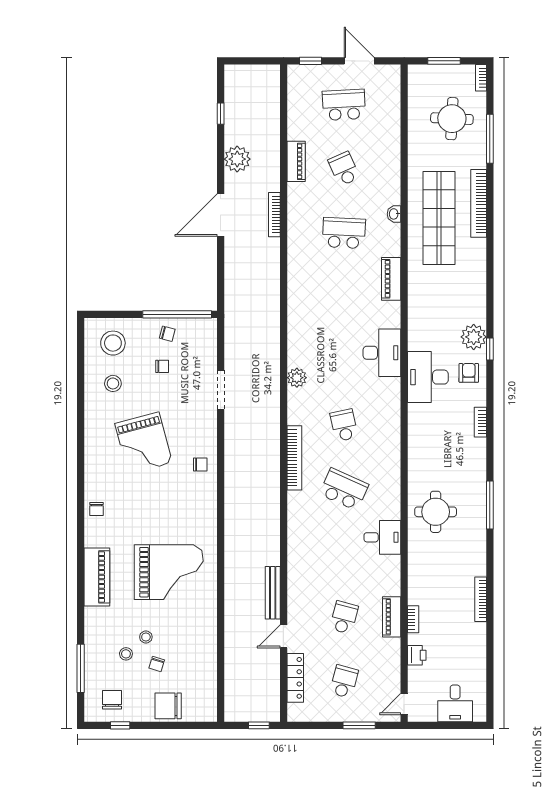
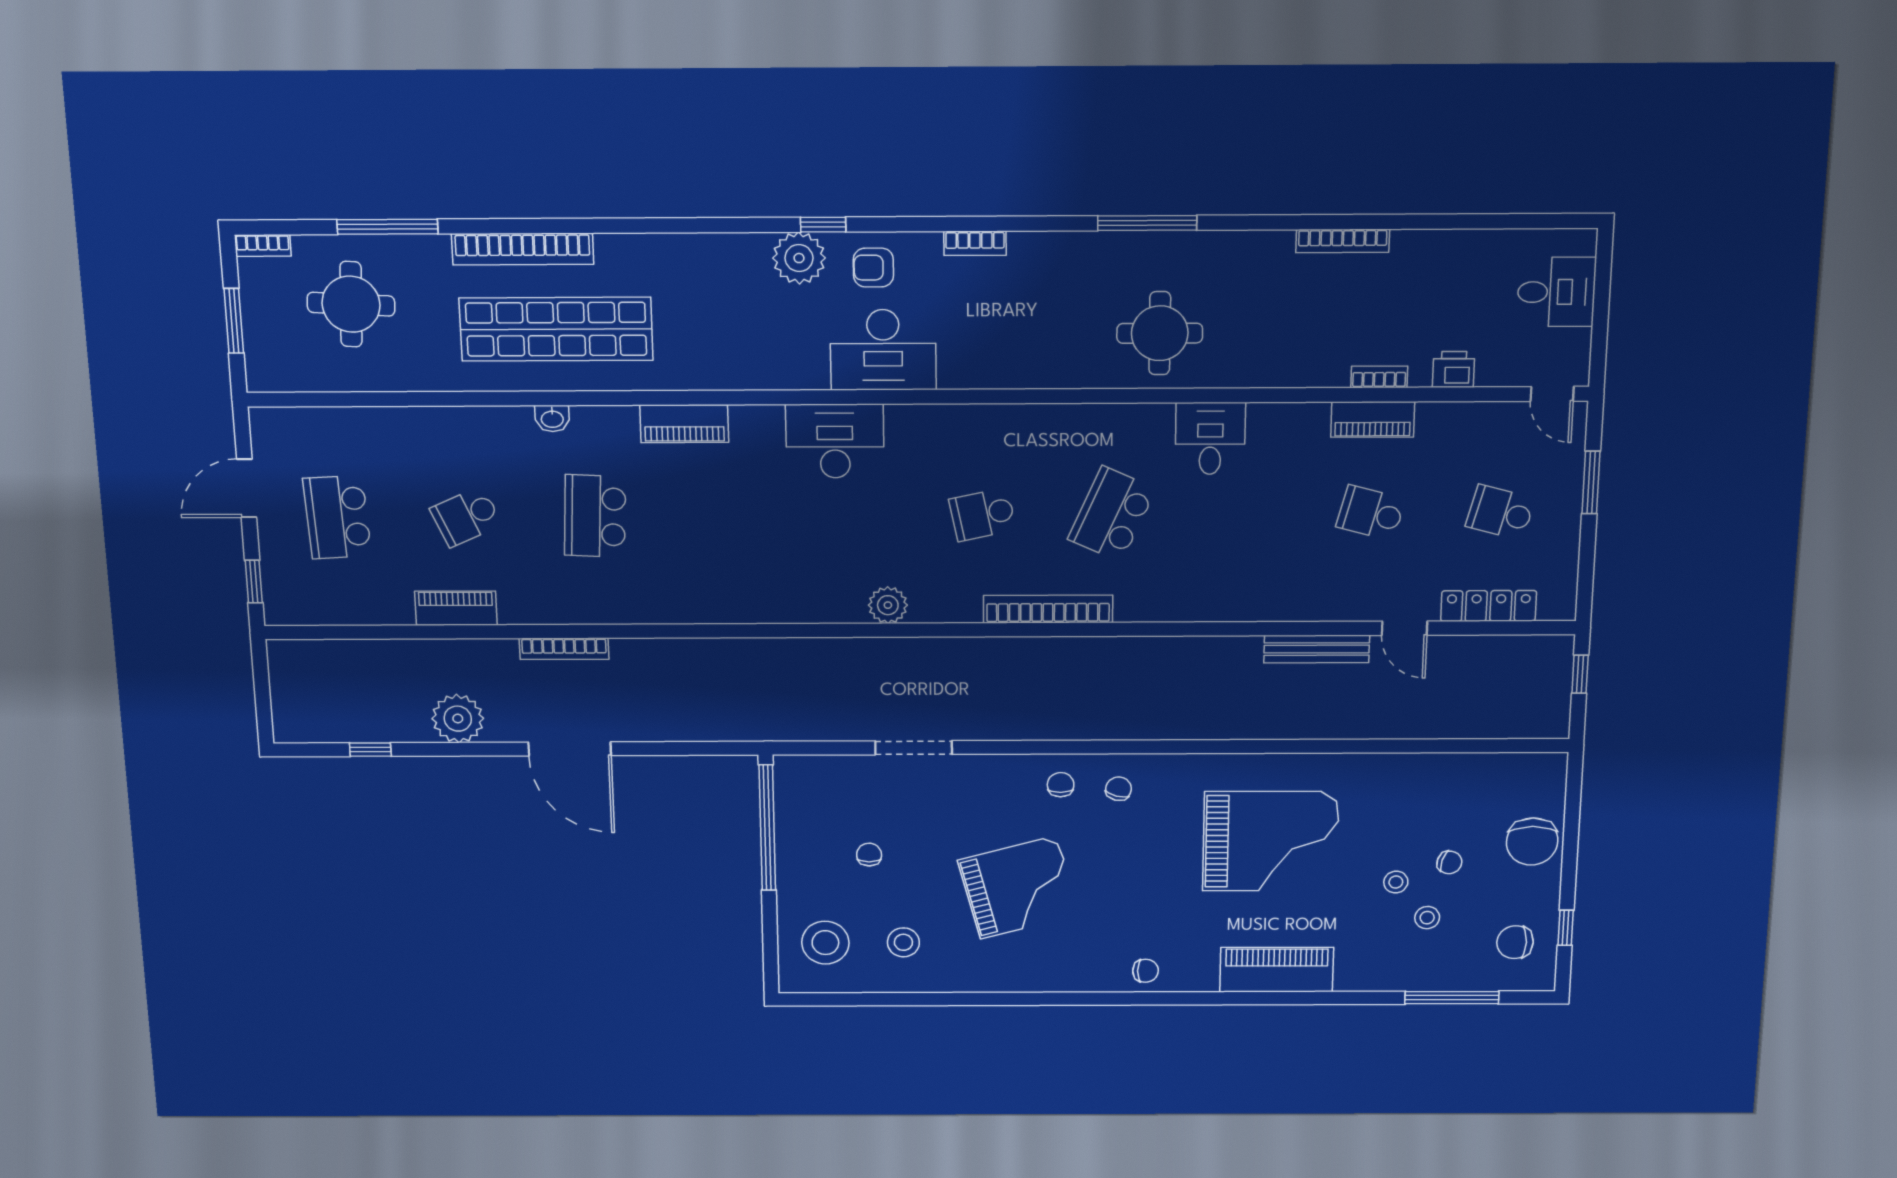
chair: (167, 334) -> (1119, 789), moved
grand piano: (169, 572) -> (1271, 841), turned 90

